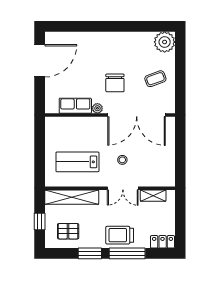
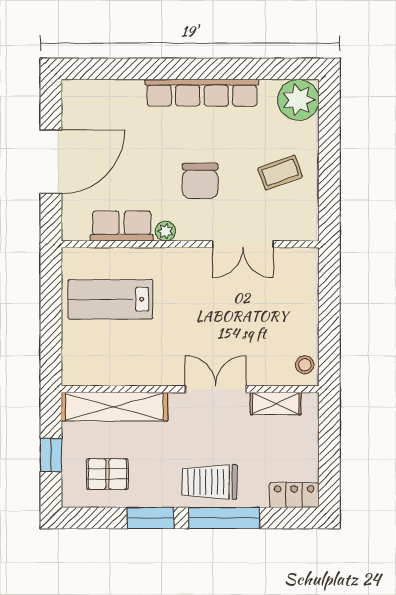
row of seats: (116, 38) -> (202, 93), added
door: (40, 61) -> (51, 162), moved
double door: (137, 115) -> (243, 244), width x0.54
stool: (122, 160) -> (305, 365), moved
lab bench: (77, 162) -> (110, 299), moved
double door: (123, 188) -> (216, 389), swing flipped

